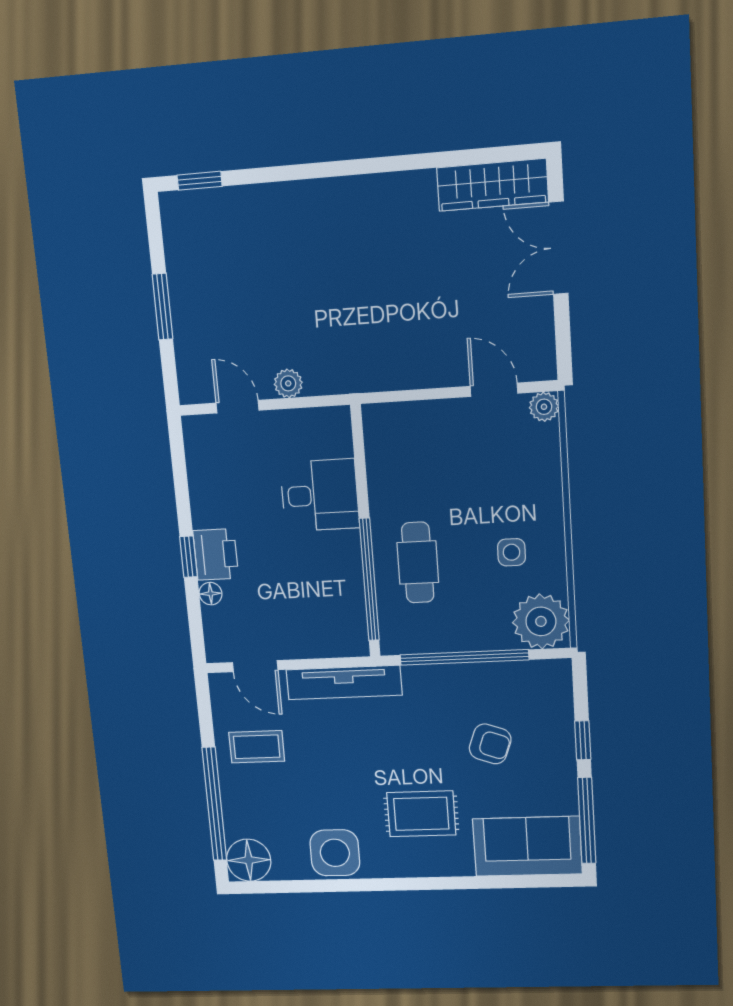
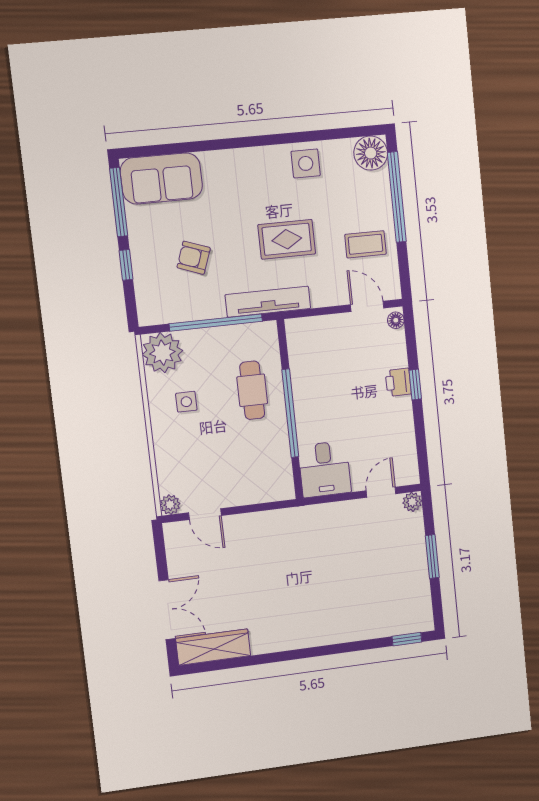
plant: (288, 383) -> (412, 502), moved
door: (237, 407) -> (381, 492), swing flipped
desk: (320, 495) -> (325, 469), moved, turned -90
printer: (216, 554) -> (398, 382), width x0.73, depth x0.81
window: (369, 580) -> (290, 413), moved
floor lamp: (211, 594) -> (396, 320), moved
tv unit: (344, 683) -> (268, 302), moved
rug: (421, 814) -> (287, 239), moved
side table: (335, 853) -> (306, 163), width x0.73, depth x0.73

